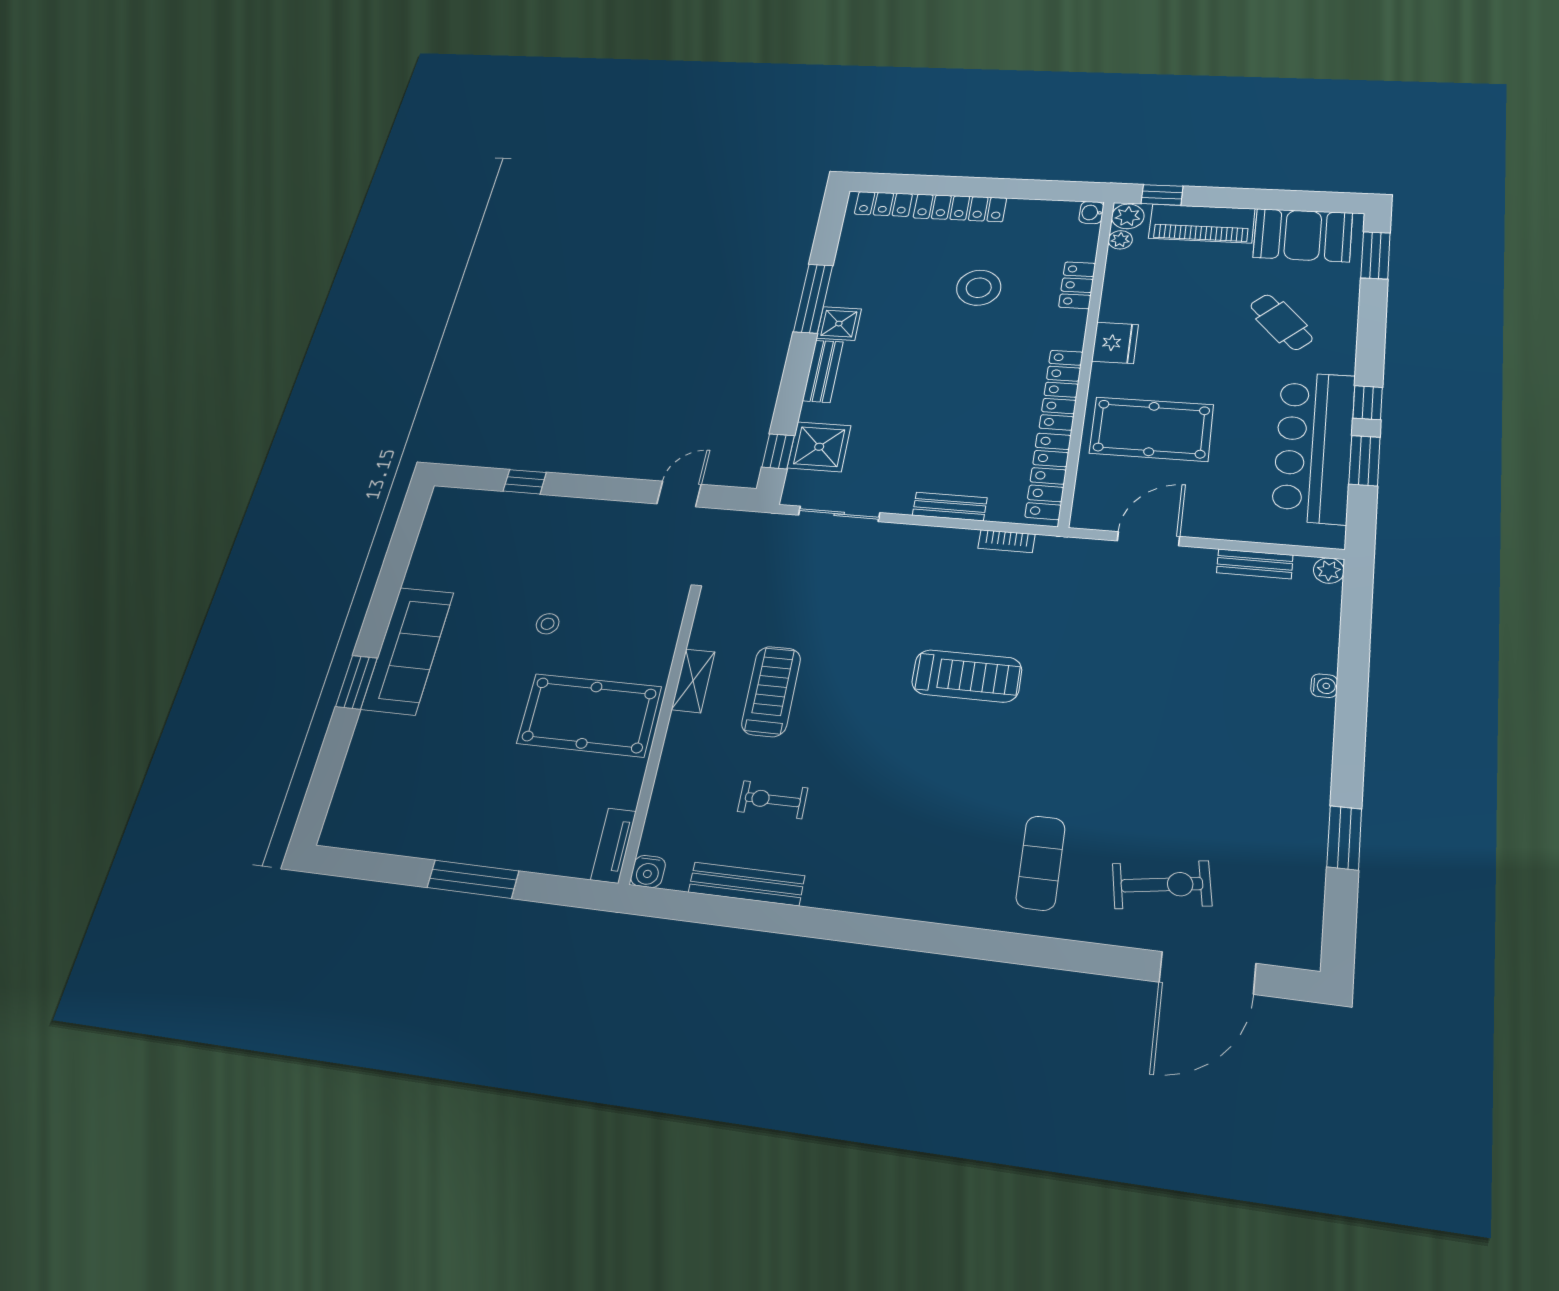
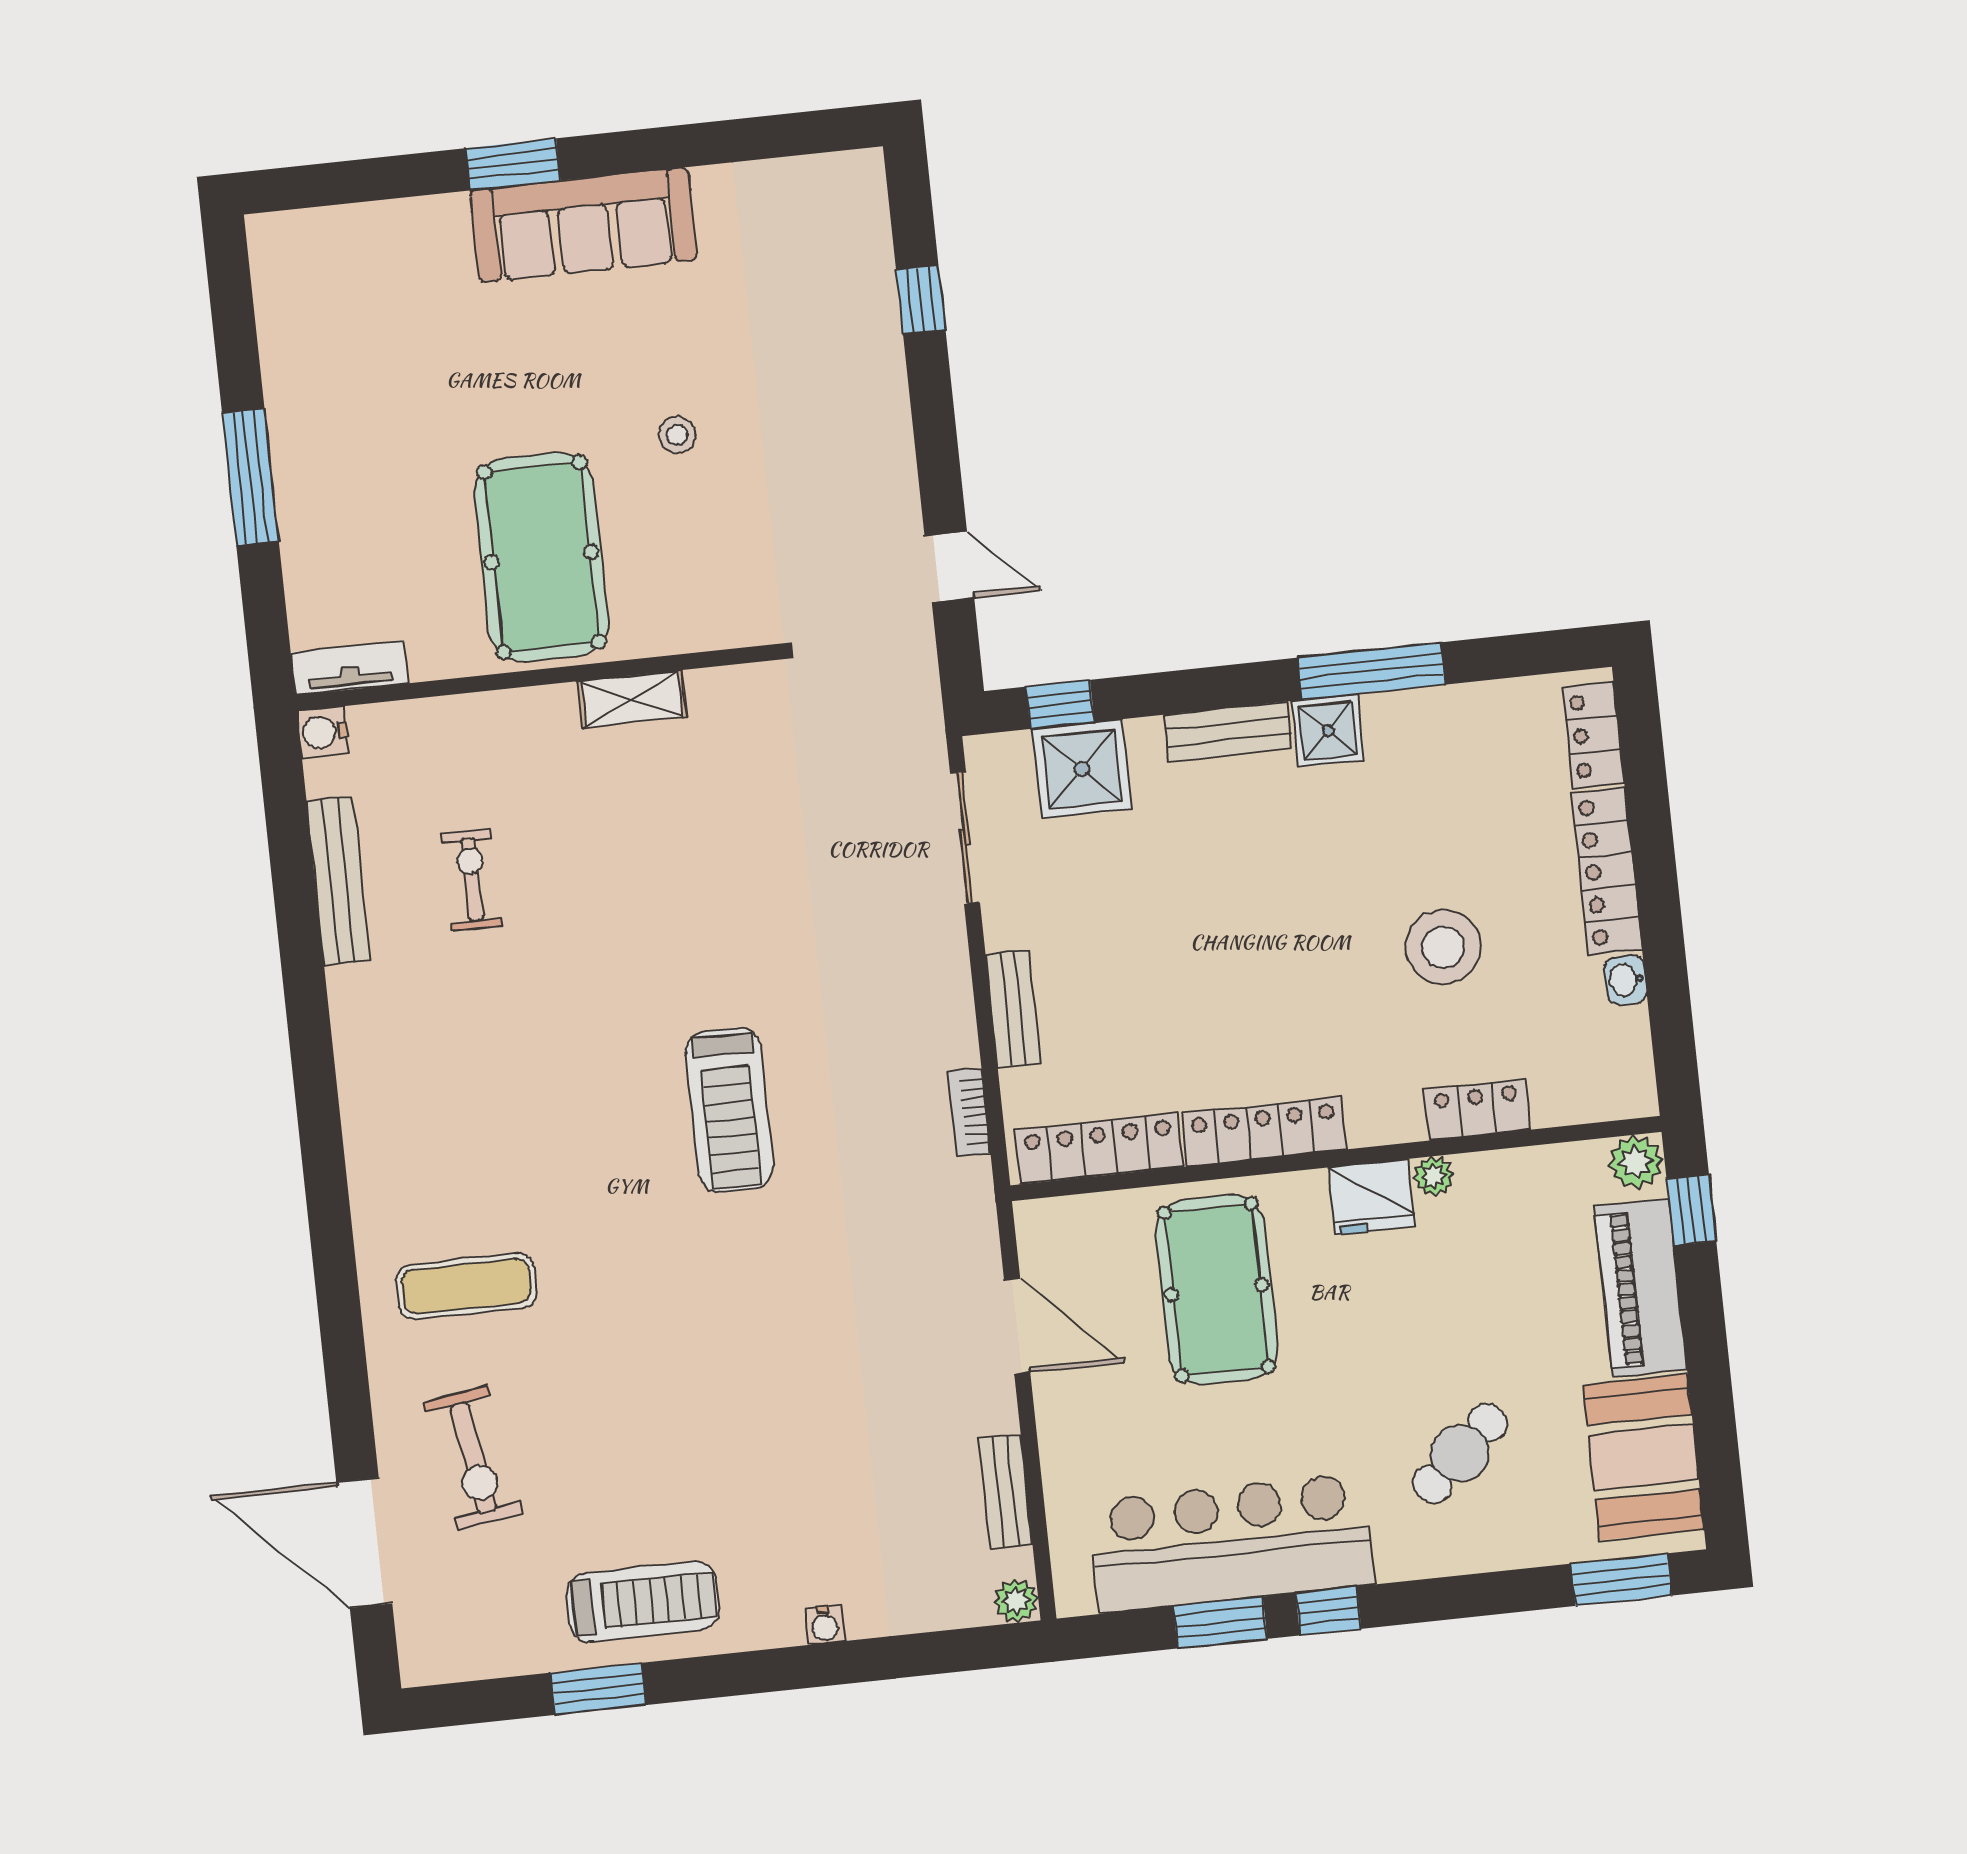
washbasin: (1091, 213) -> (1626, 980), moved, turned -90
plant: (1120, 240) -> (1434, 1176), moved
treadmill: (771, 691) -> (643, 1602), moved

